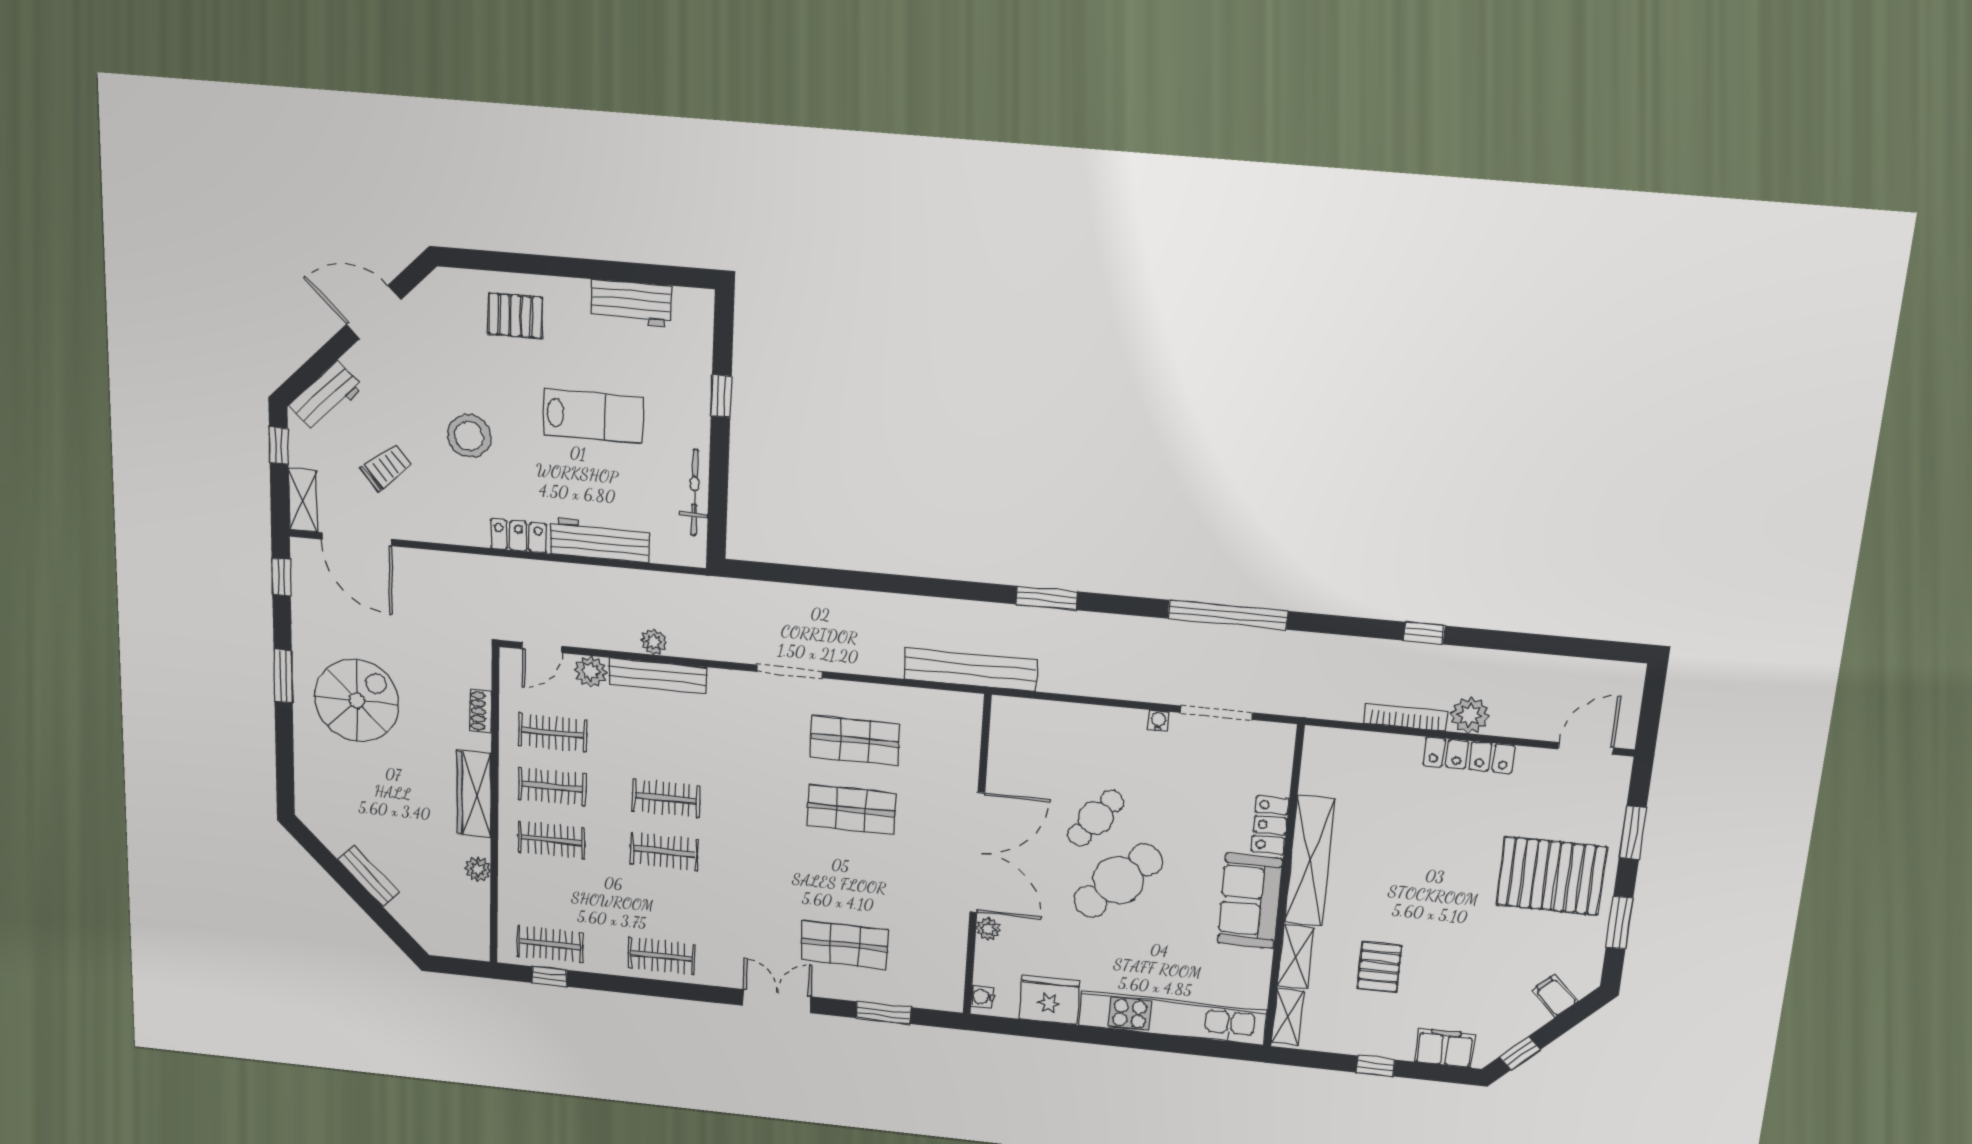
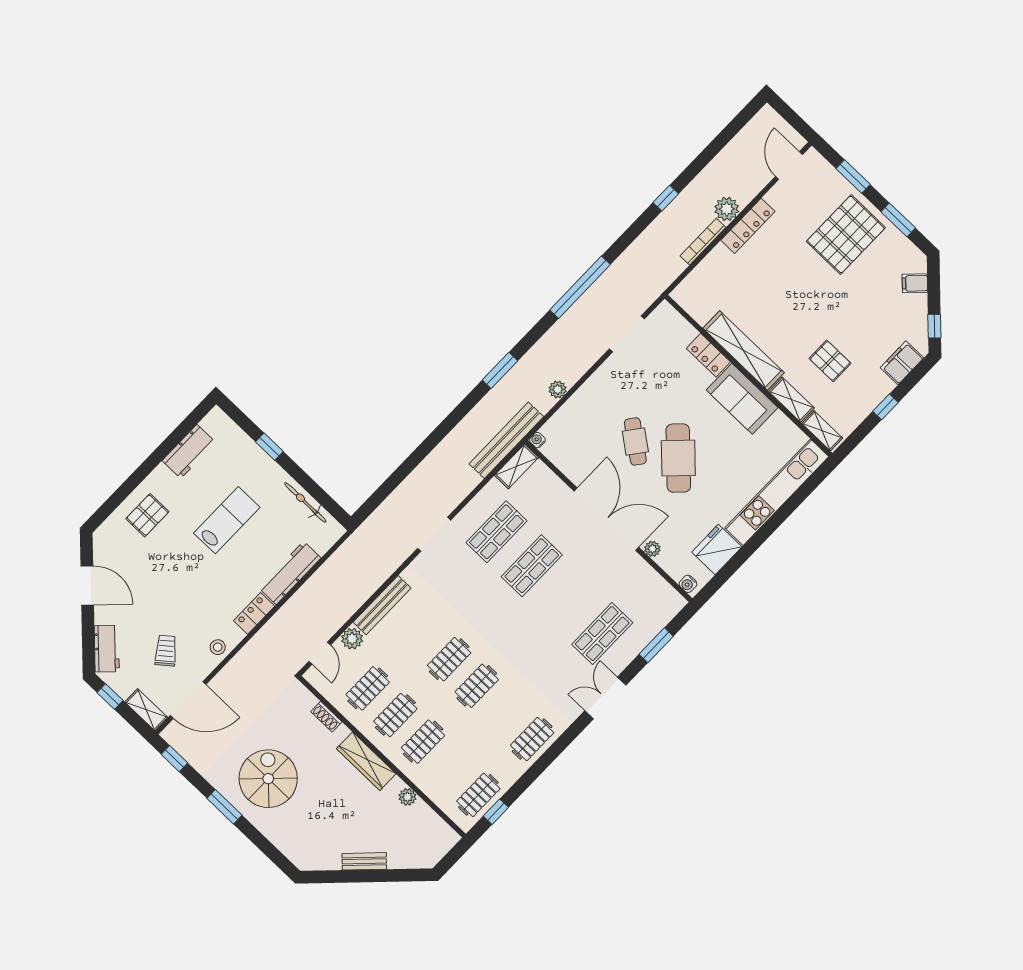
door: (374, 312) -> (87, 586), swing flipped
stool: (469, 436) -> (218, 647), moved, width x0.53, depth x0.53
plant: (654, 642) -> (558, 390), moved
shelving: (950, 705) -> (517, 466), added
water cooler: (1159, 721) -> (537, 440), moved

